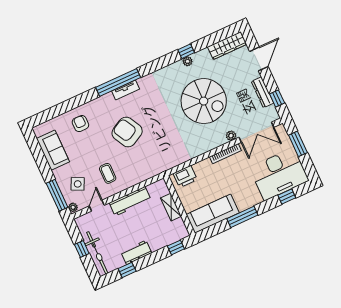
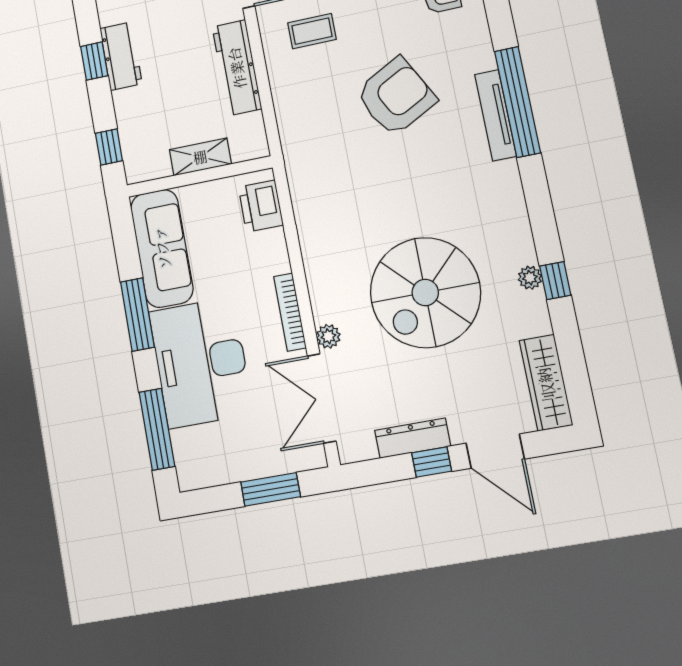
tv unit: (126, 90) -> (495, 115), width x1.41
window: (277, 98) -> (432, 462), moved
desk: (279, 174) -> (201, 363), moved
window: (287, 197) -> (157, 429), width x2.17
window: (127, 270) -> (94, 61), moved

